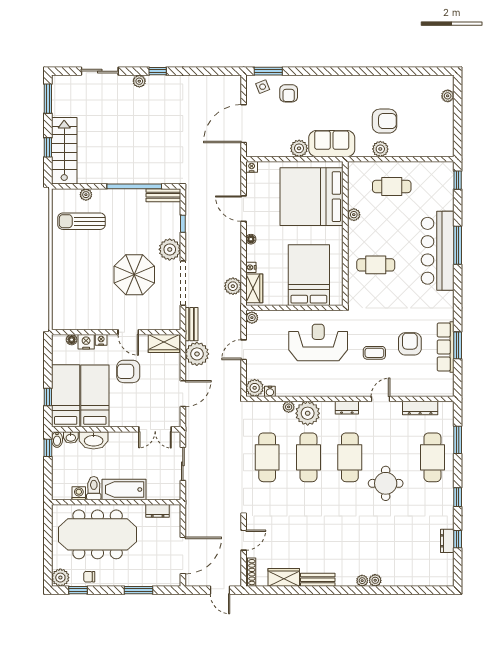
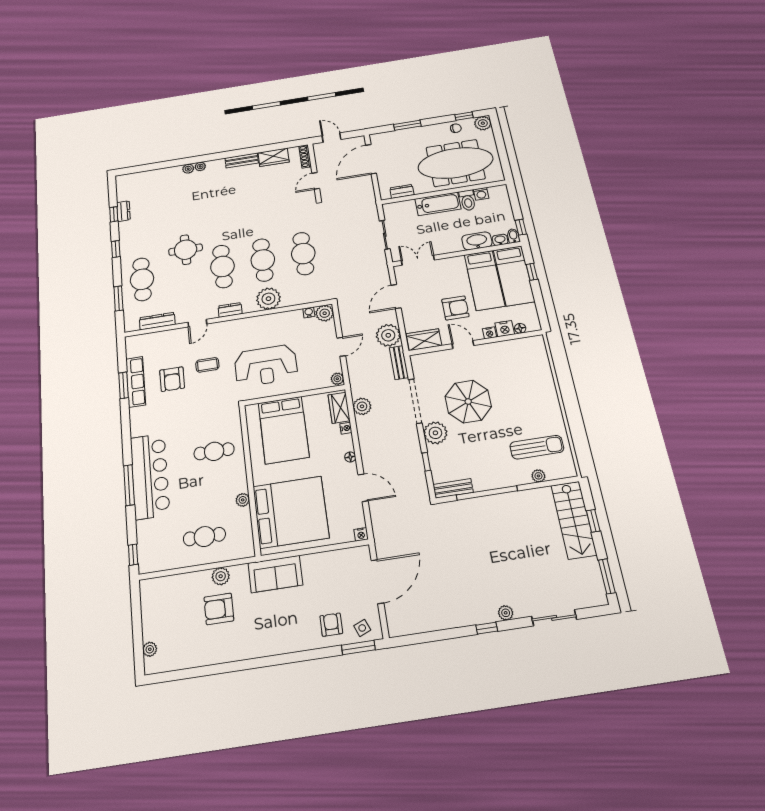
plant: (299, 148) -> (311, 563), removed
plant: (289, 407) -> (288, 301), removed

